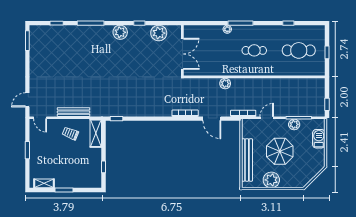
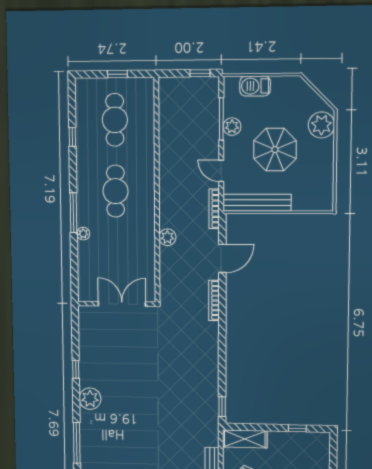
plant: (159, 33) -> (90, 340), removed
cafe table: (254, 50) -> (116, 191), width x1.37, depth x1.35
bench: (247, 160) -> (257, 203), moved
plant: (271, 180) -> (321, 125), moved

